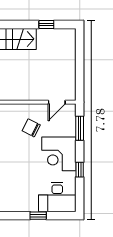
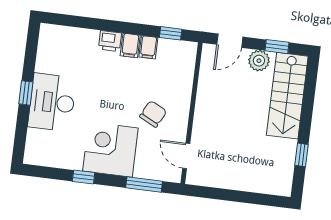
desk: (57, 197) -> (52, 102), moved
window: (38, 216) -> (26, 93), moved

